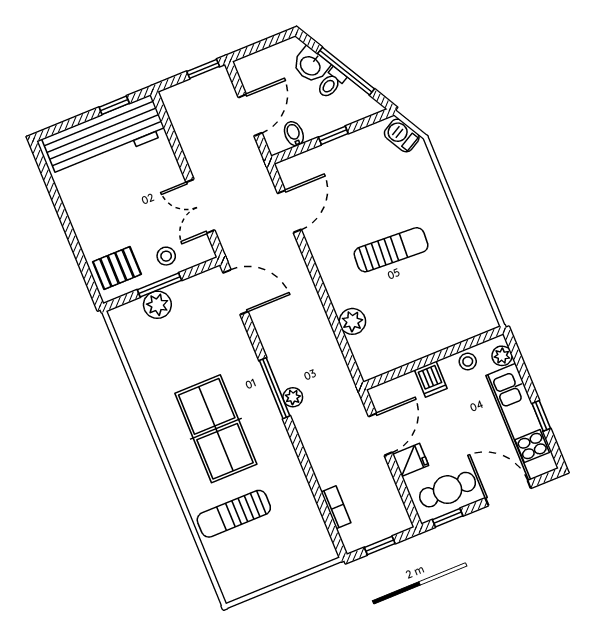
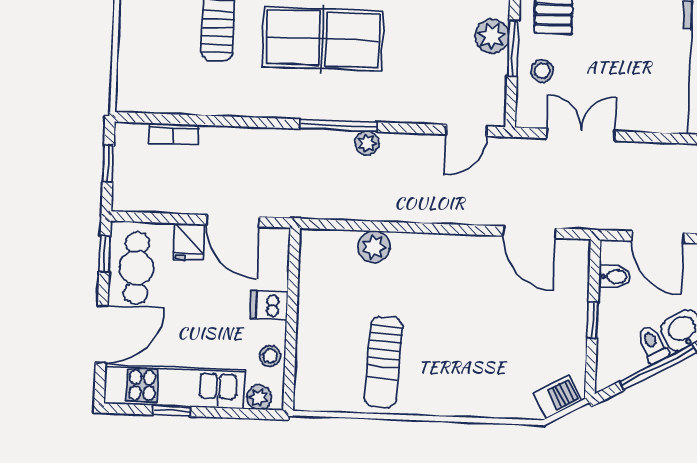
sun lounger: (391, 250) -> (383, 362), moved
door: (235, 292) -> (466, 130), width x0.73
plant: (293, 397) -> (367, 143), moved

